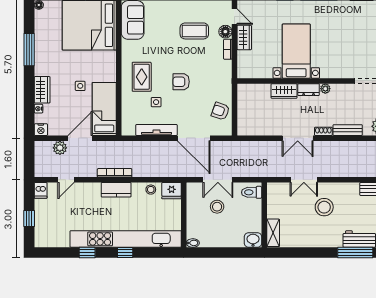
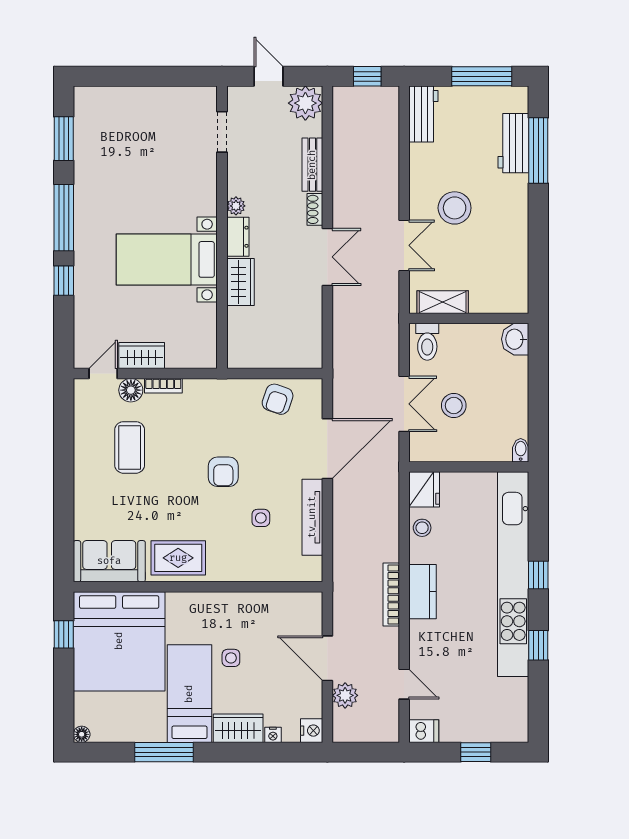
rug: (142, 77) -> (178, 558), moved
bed: (104, 109) -> (189, 694), moved, turned 90
shelving: (273, 233) -> (443, 302), moved

